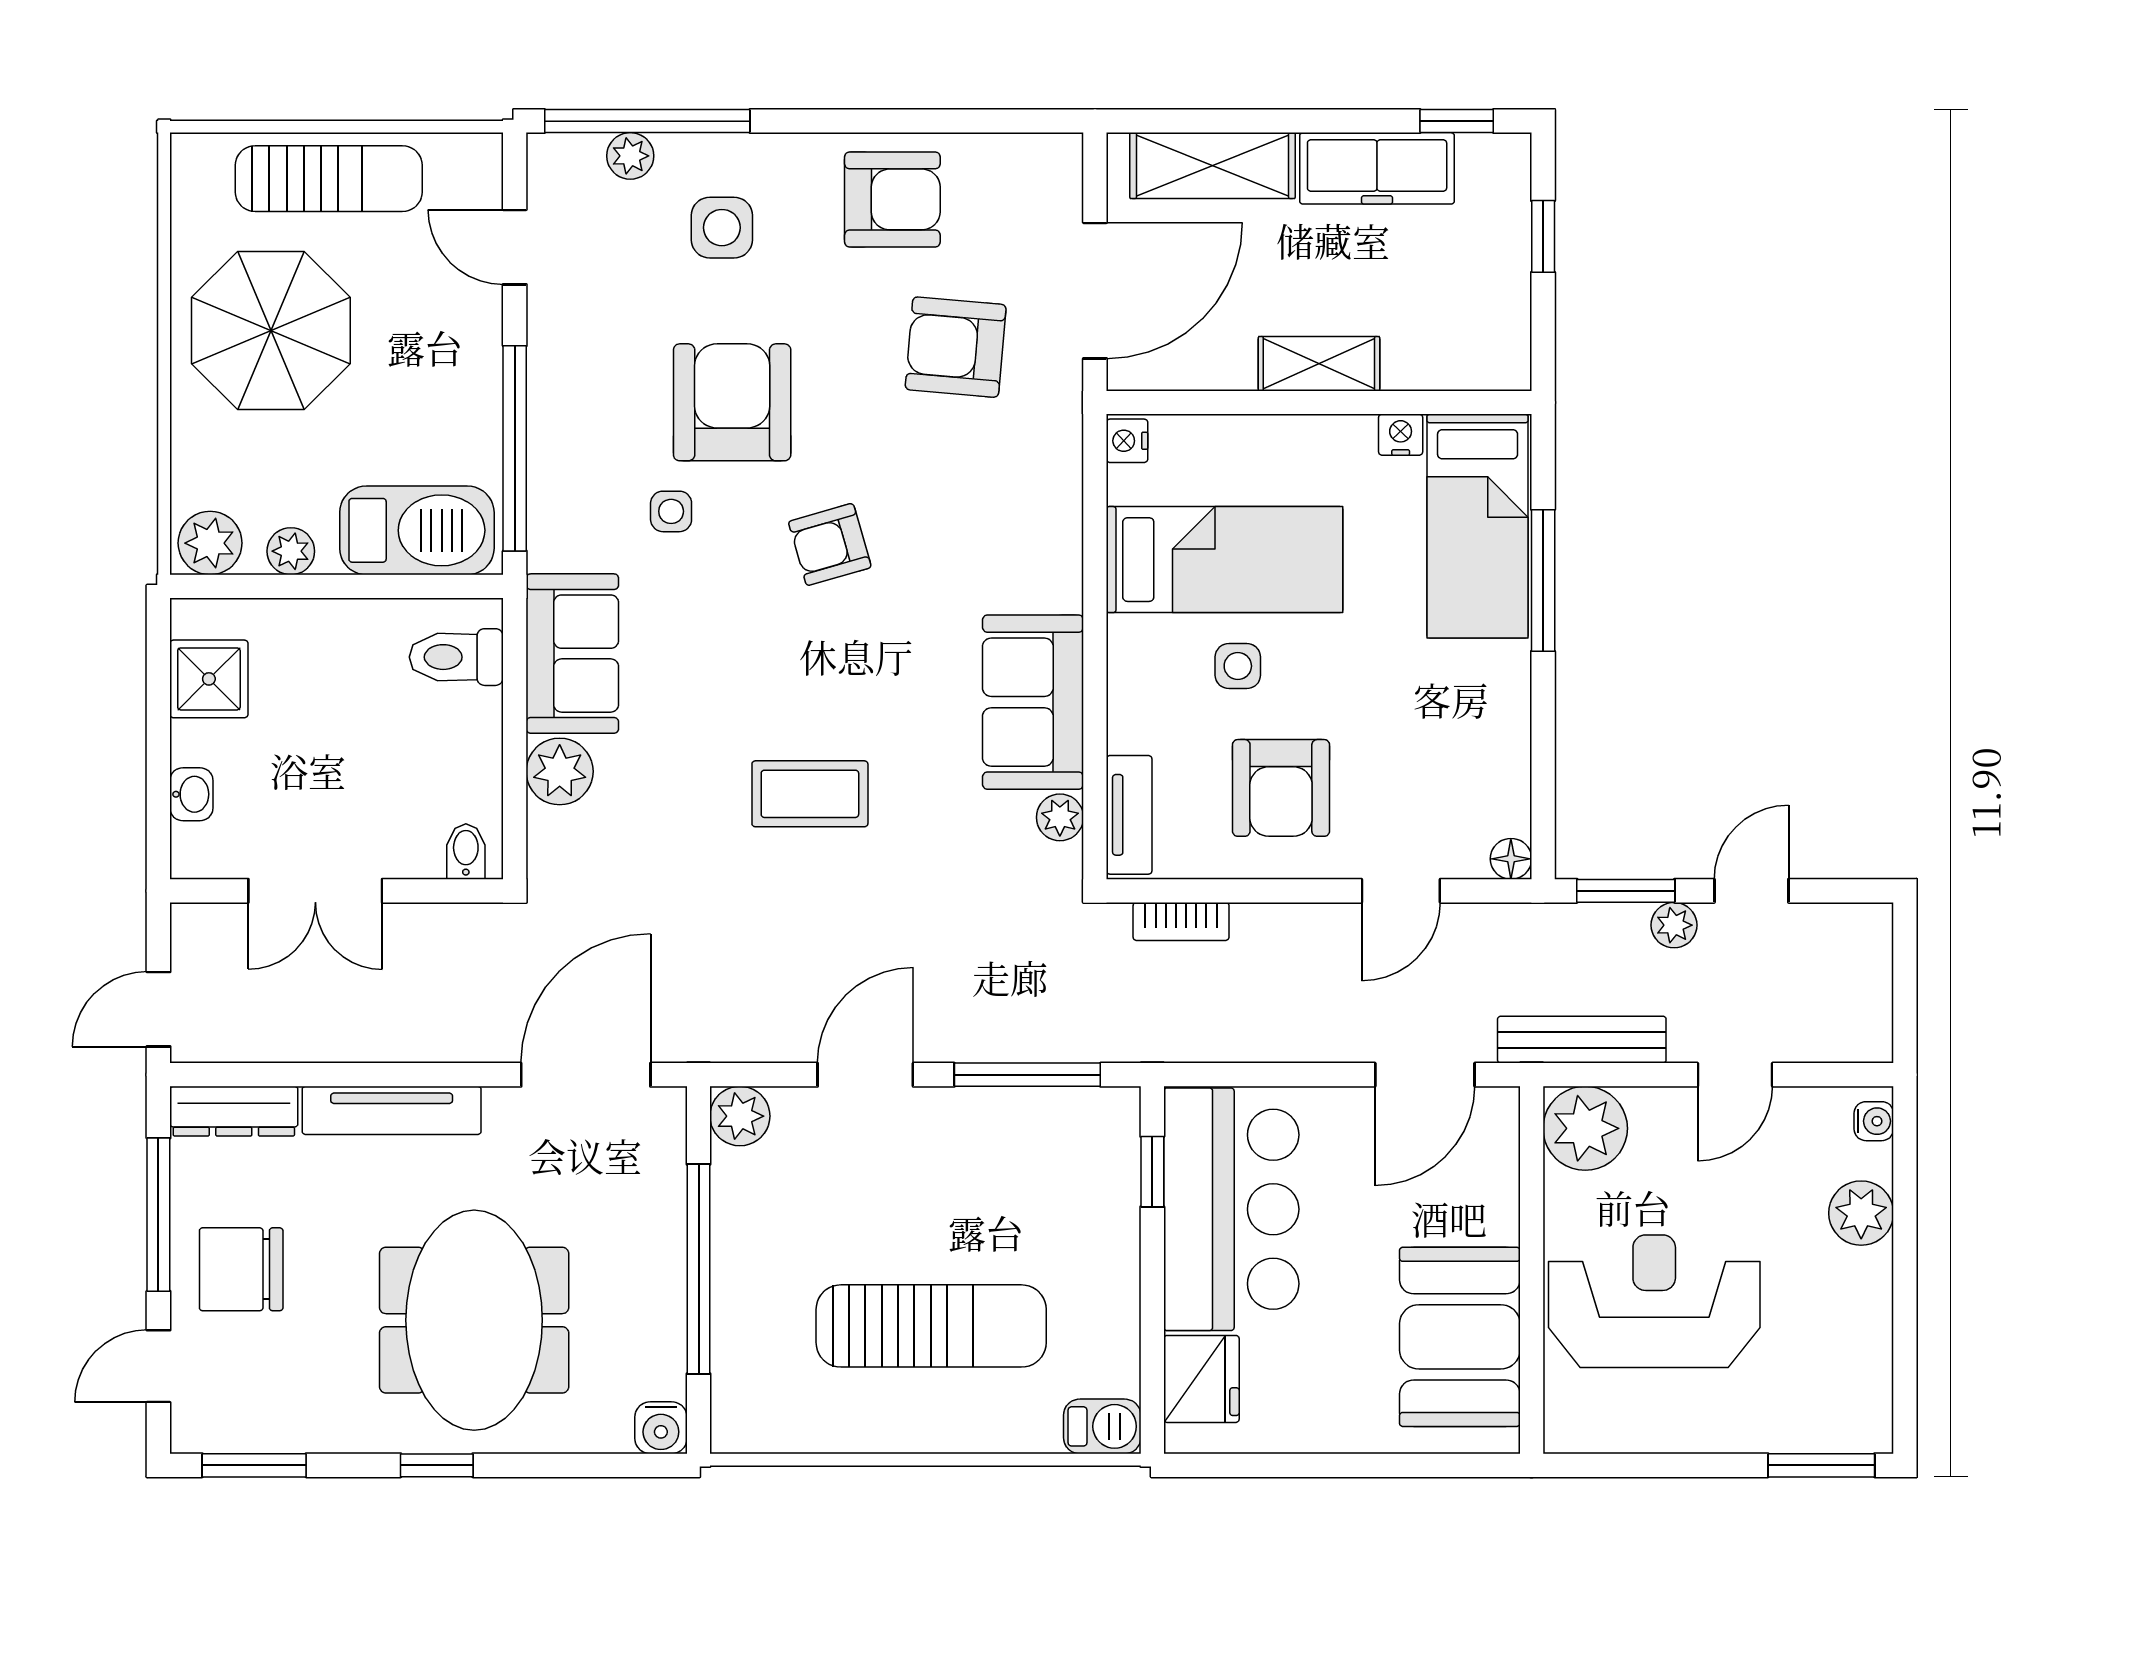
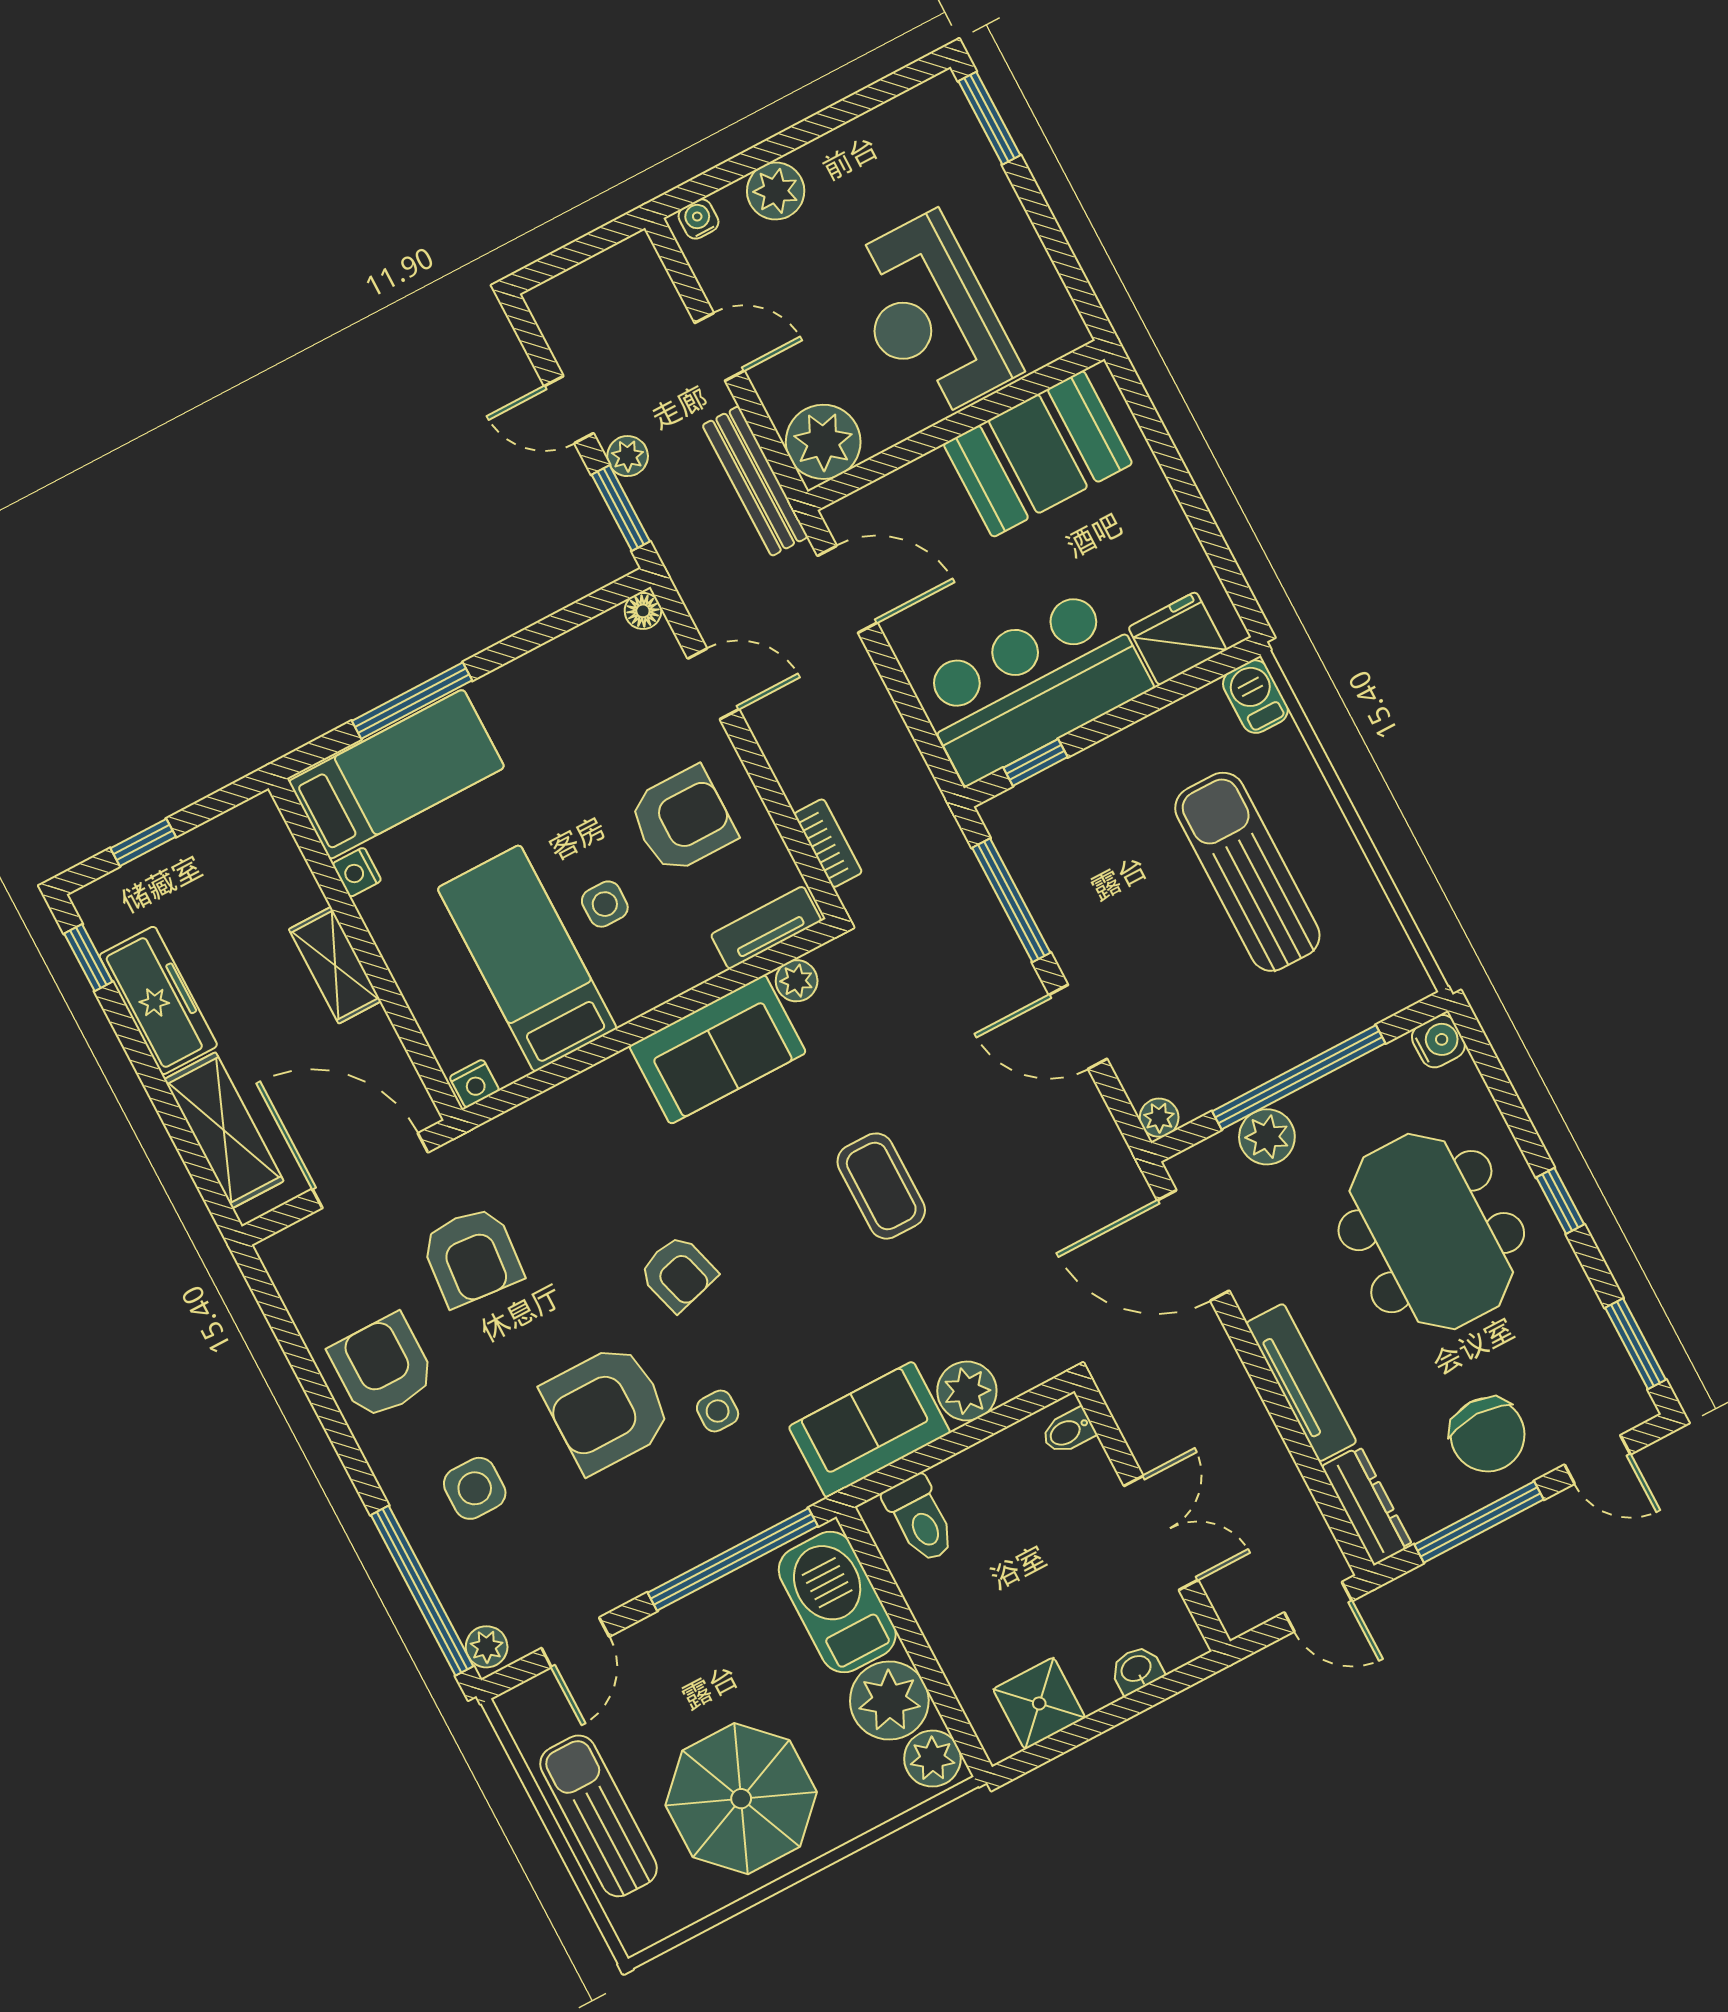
plant: (630, 156) -> (487, 1647), moved
plant: (291, 551) -> (889, 1701), width x1.87, depth x1.87
plant: (740, 1116) -> (1159, 1118), width x0.73, depth x0.73
plant: (656, 1206) -> (1267, 1137), added
meeting table: (474, 1320) -> (1431, 1232), turned 90

